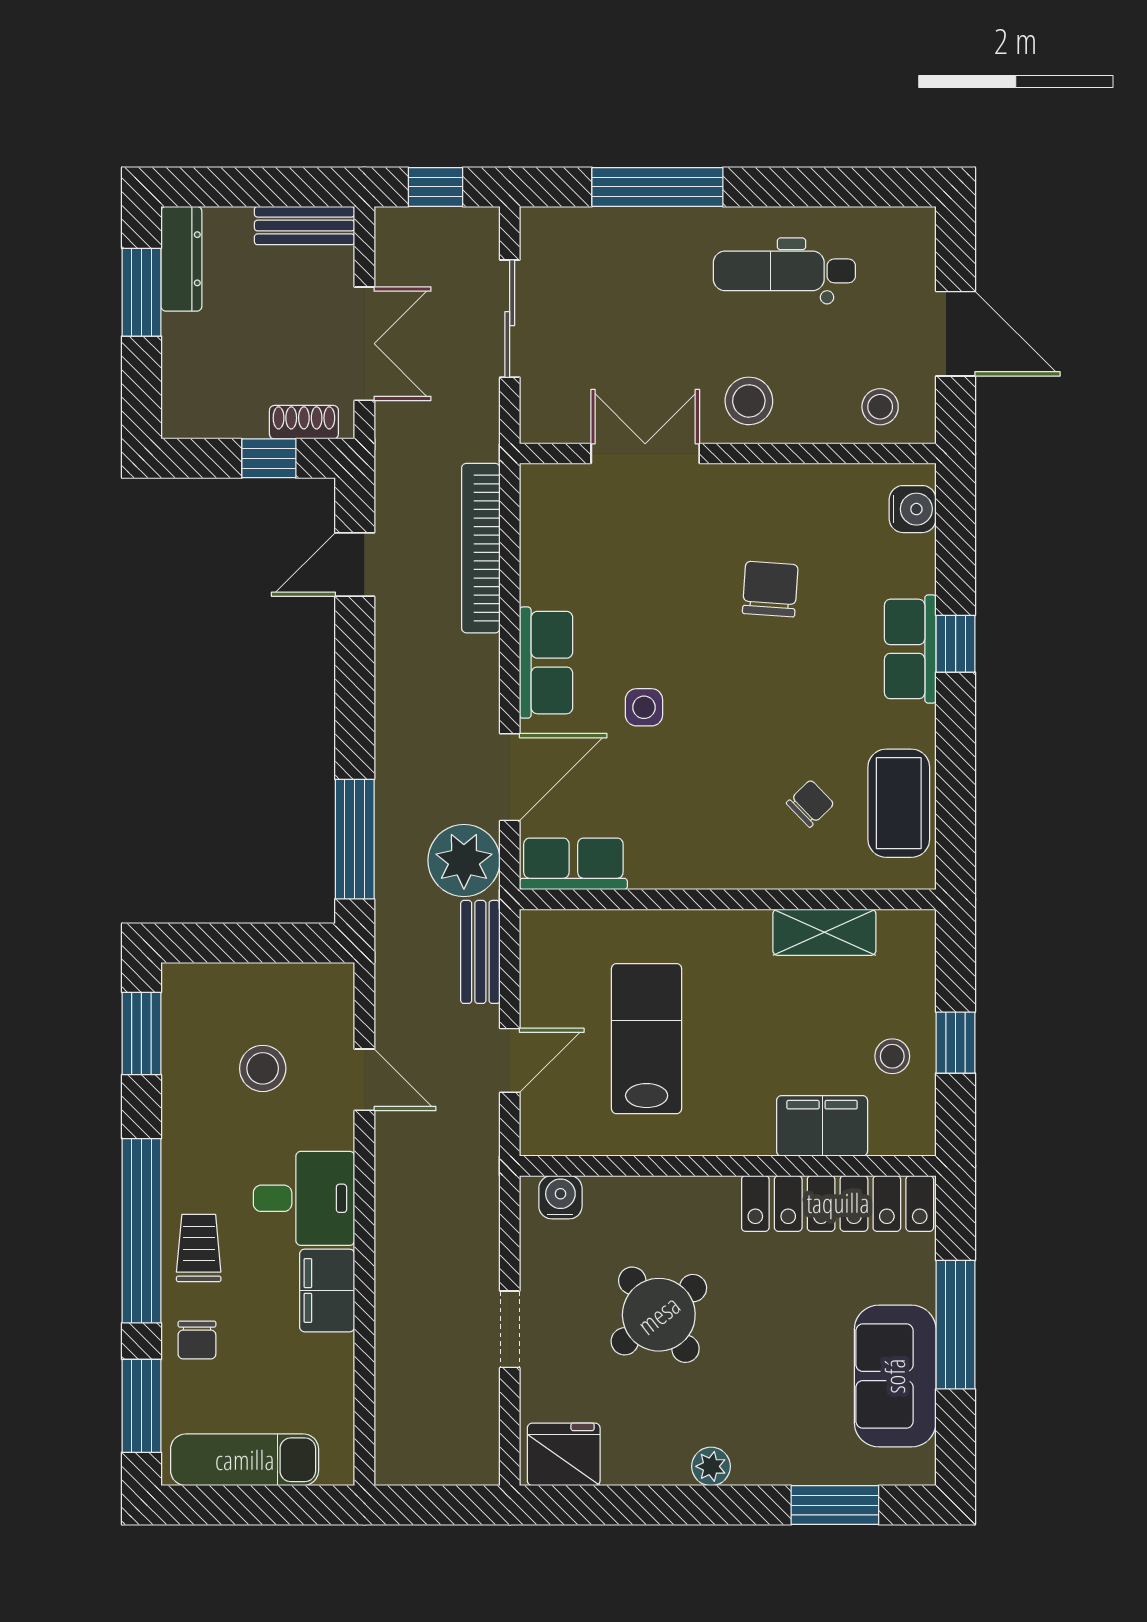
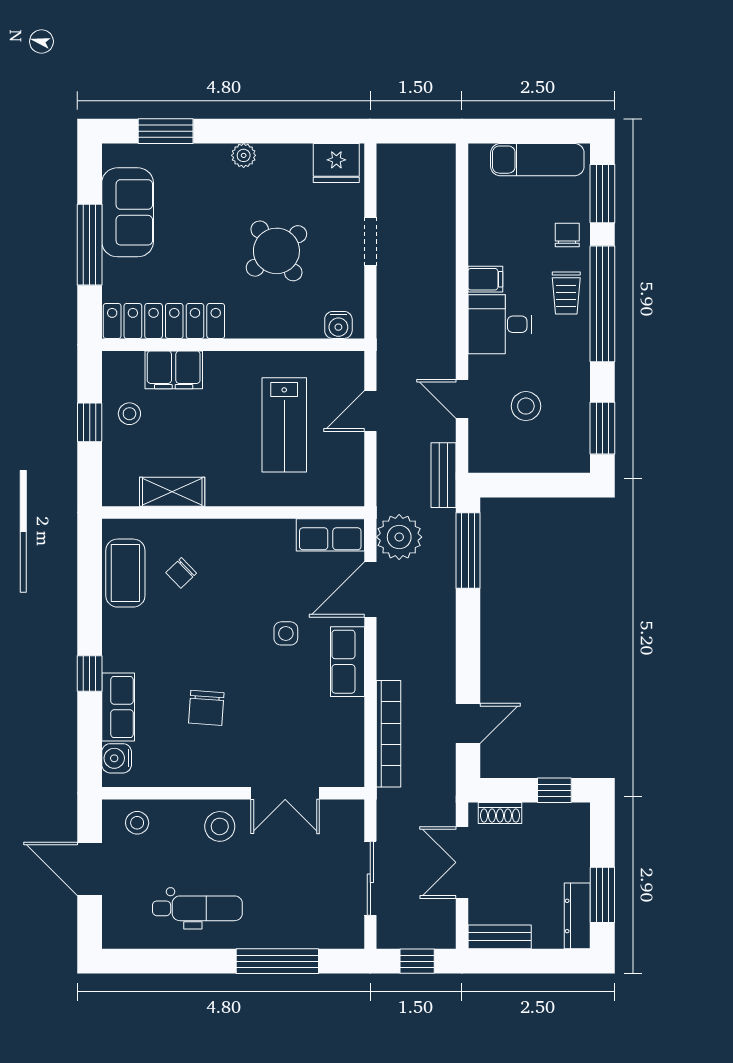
window: (269, 458) -> (554, 790), moved
row of seats: (910, 649) -> (118, 707), moved
bench: (480, 952) -> (443, 475), moved
filing cabinet: (327, 1290) -> (485, 279), width x0.50

